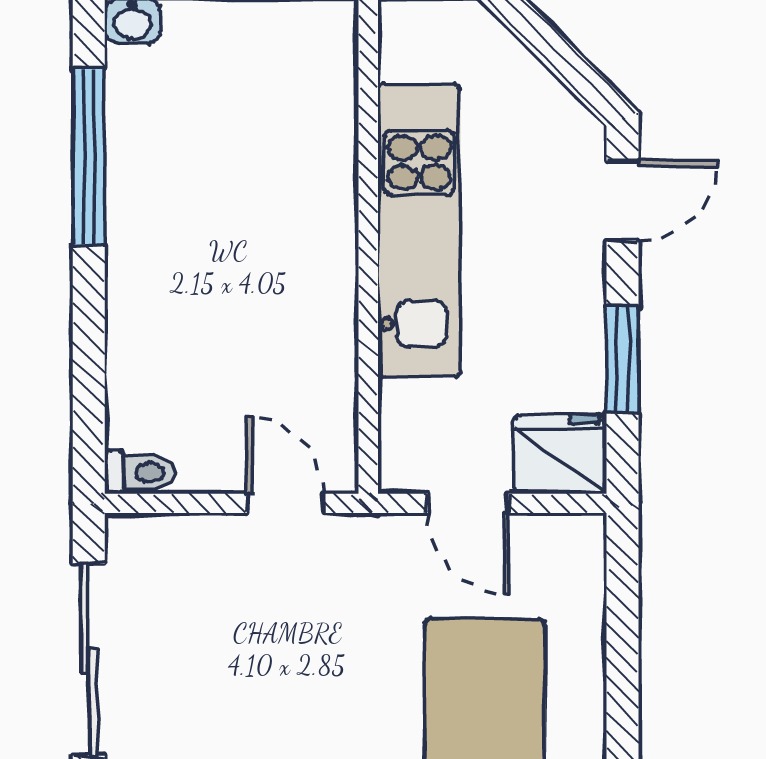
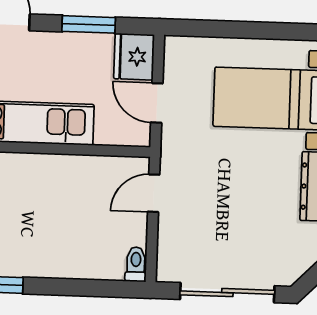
door: (468, 503) -> (157, 103), swing flipped

